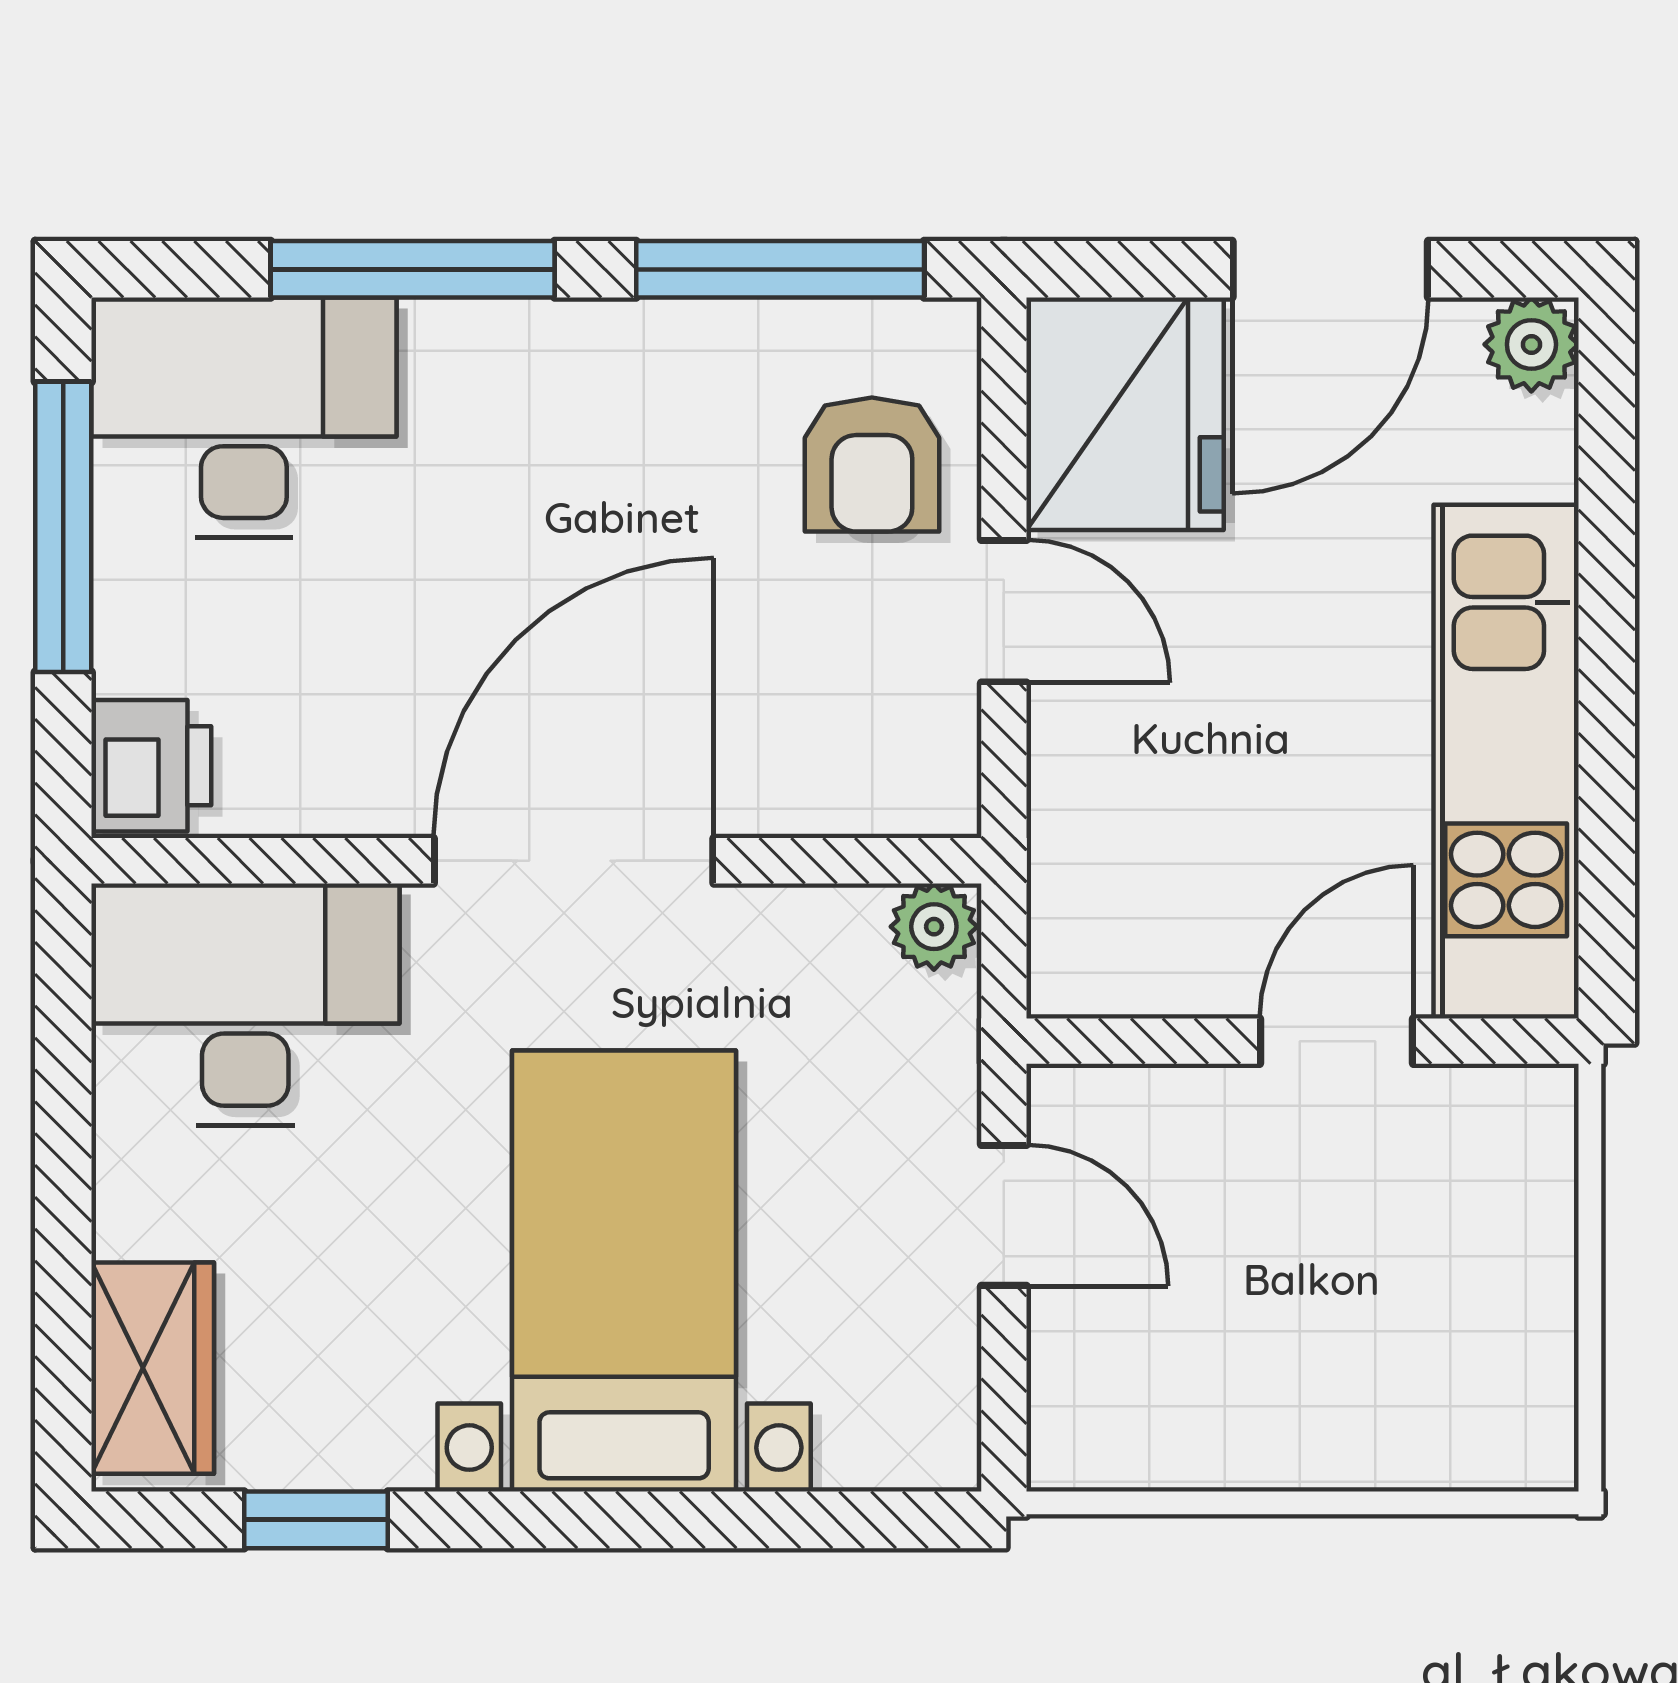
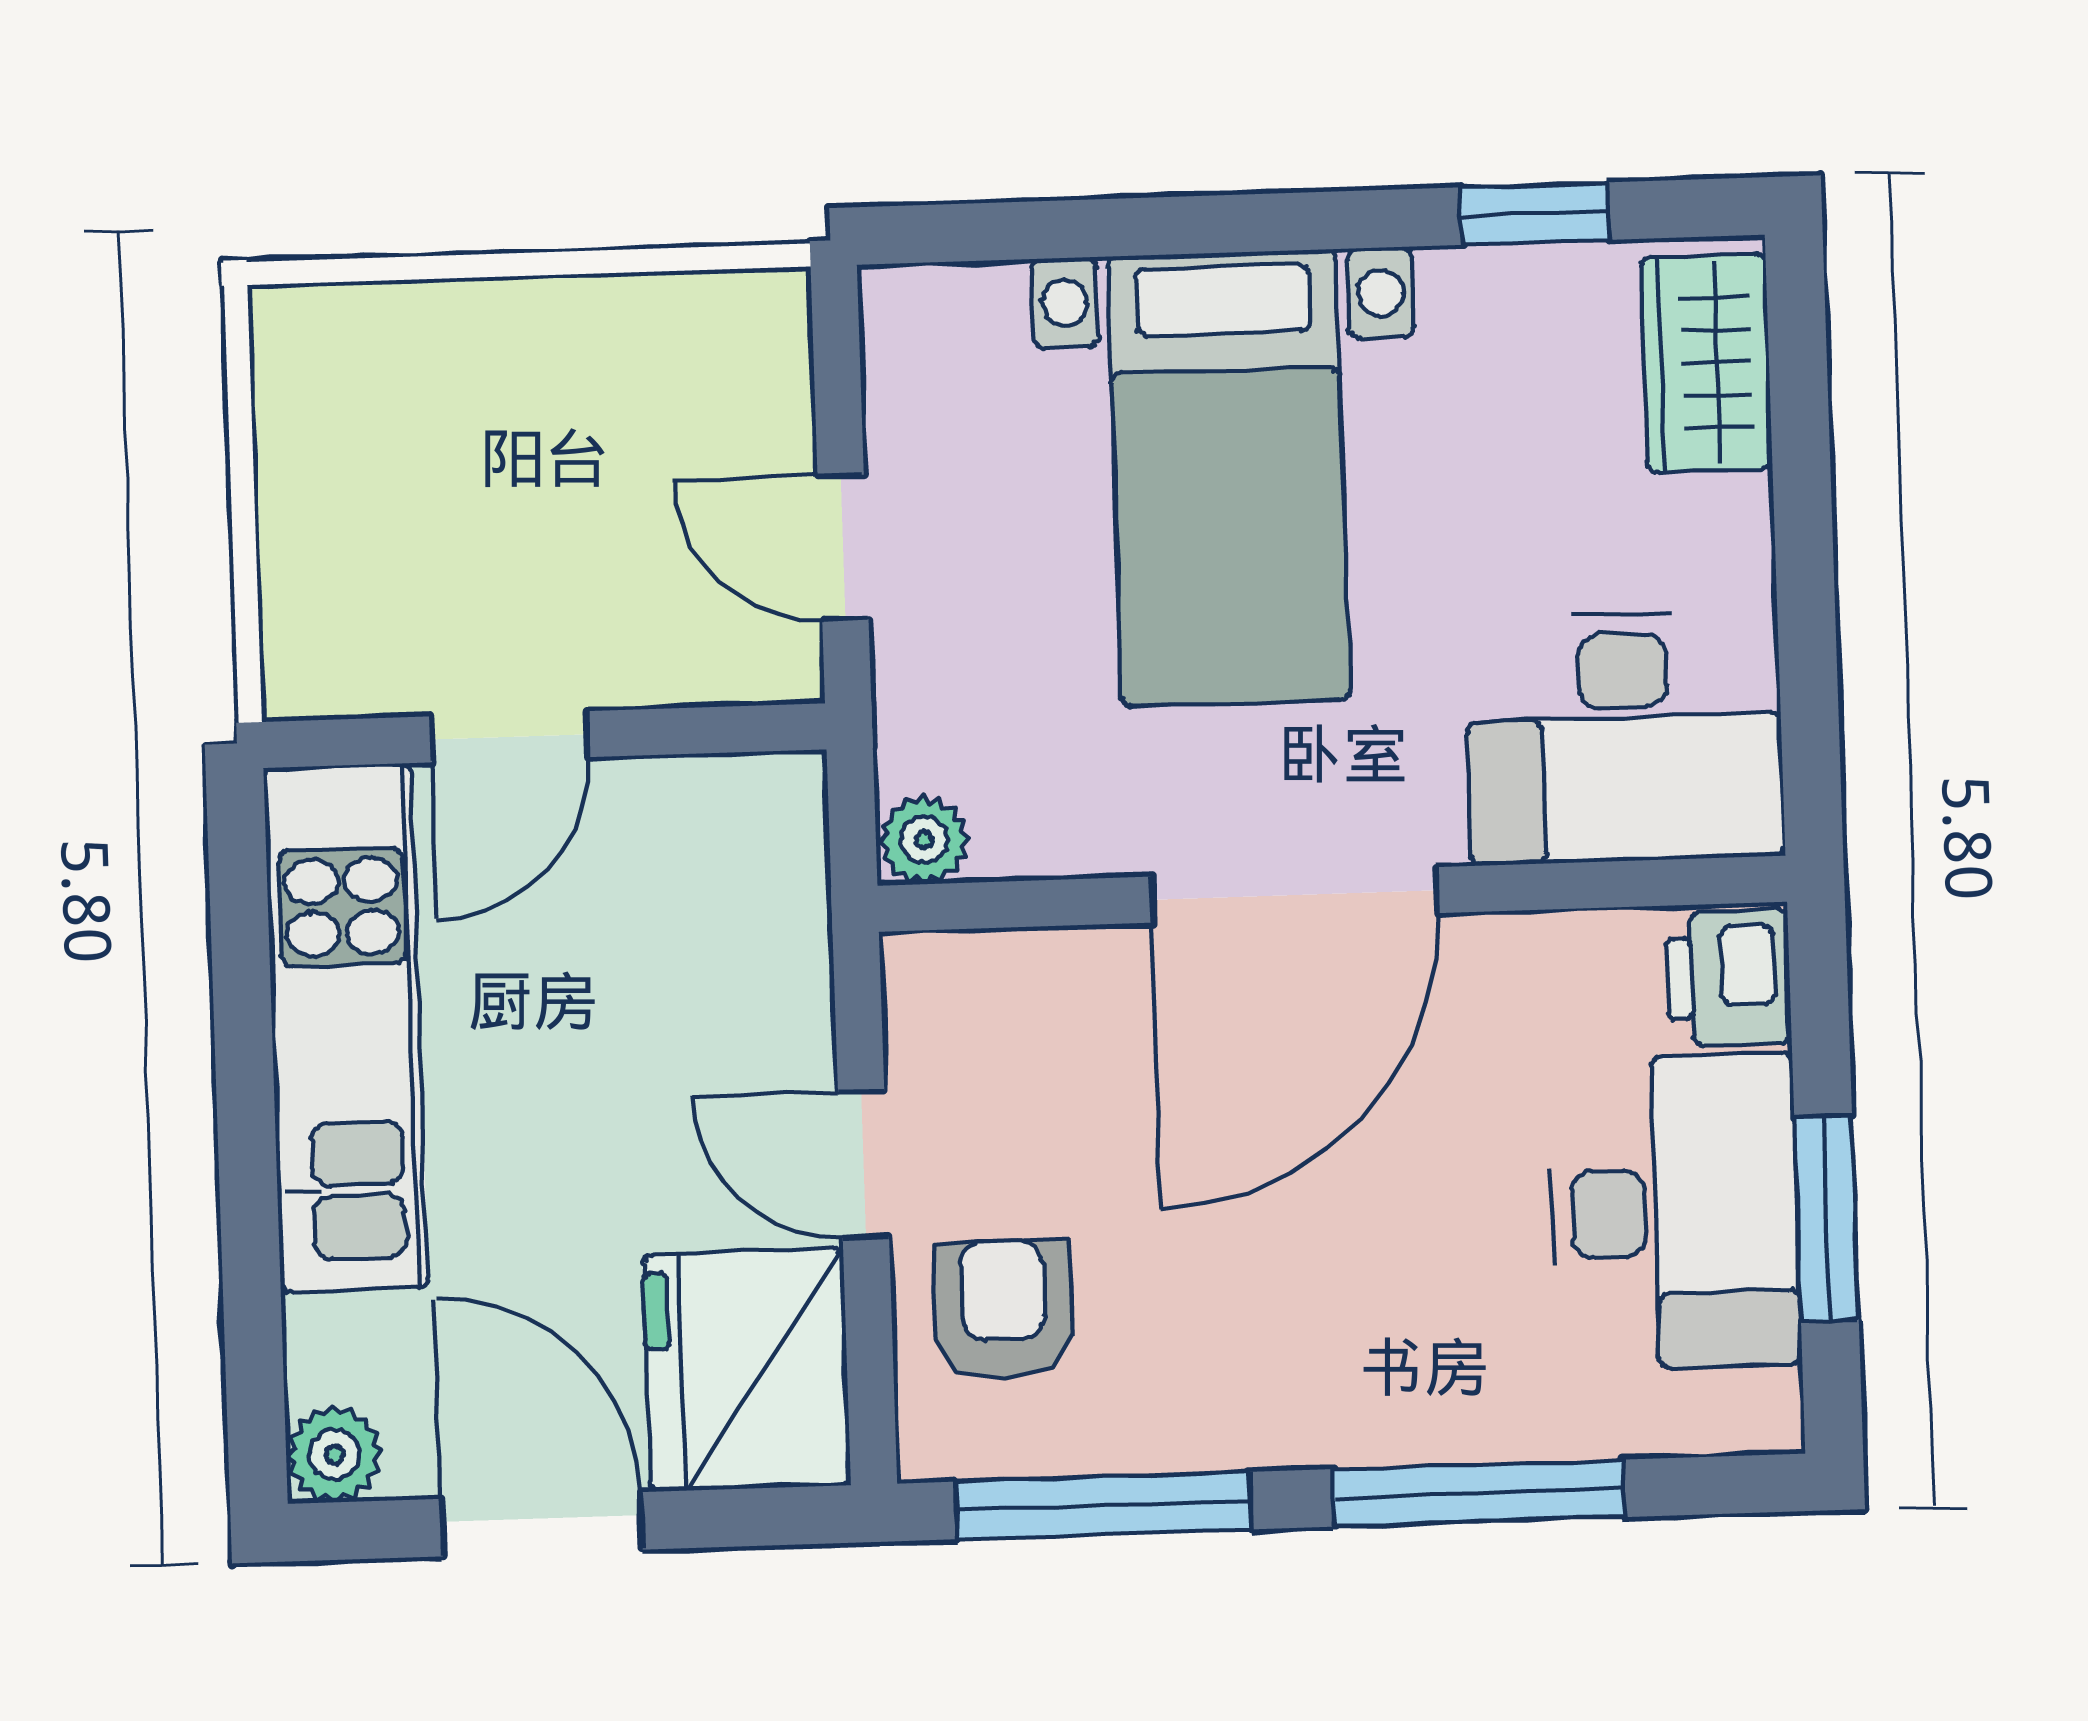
door: (1330, 269) -> (542, 1524), hinge flipped
desk: (244, 417) -> (1675, 1212), moved, turned -90
window: (63, 527) -> (1826, 1218), width x0.69

